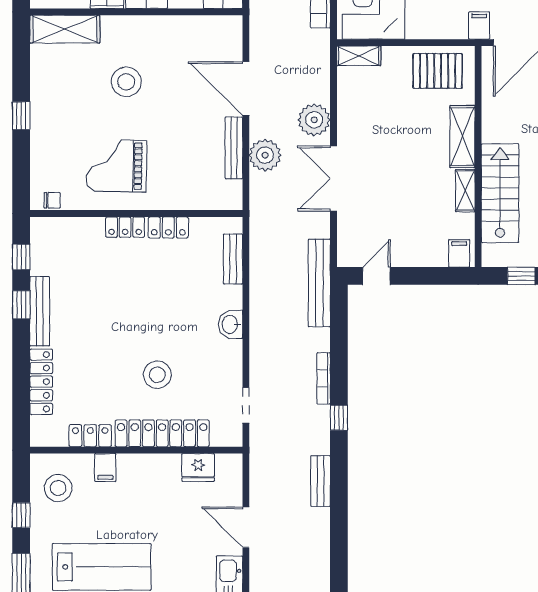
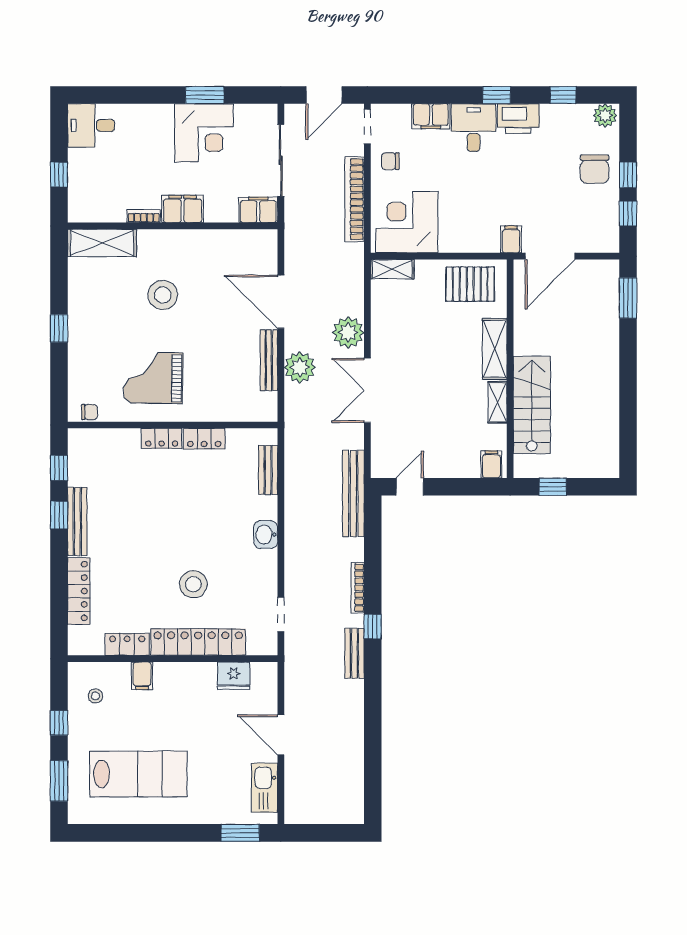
bench: (320, 481) -> (354, 653), moved
stool: (58, 488) -> (95, 696), width x0.53, depth x0.53

